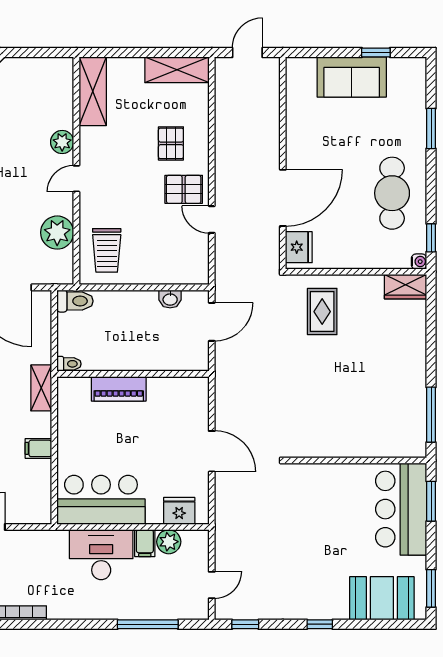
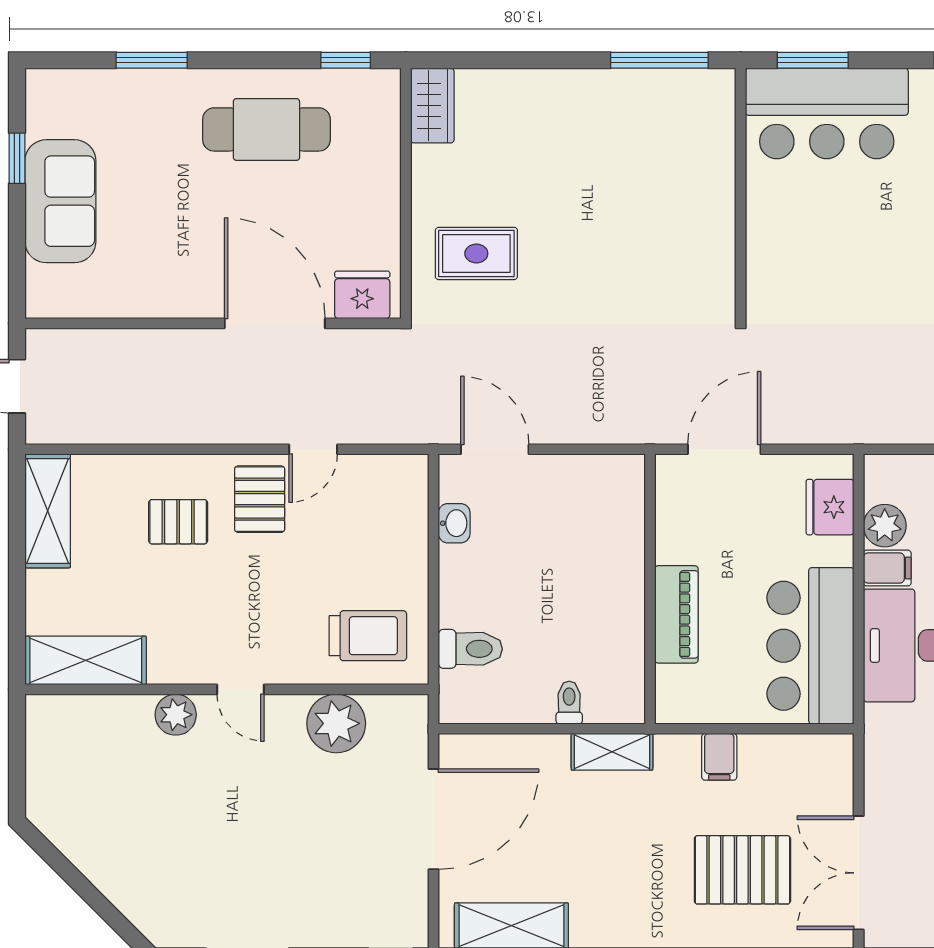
water cooler: (419, 262) -> (388, 82), removed
toilet: (75, 301) -> (470, 649), moved, turned 90
wall: (133, 374) -> (650, 589), moved
piano: (119, 389) -> (676, 614), moved

